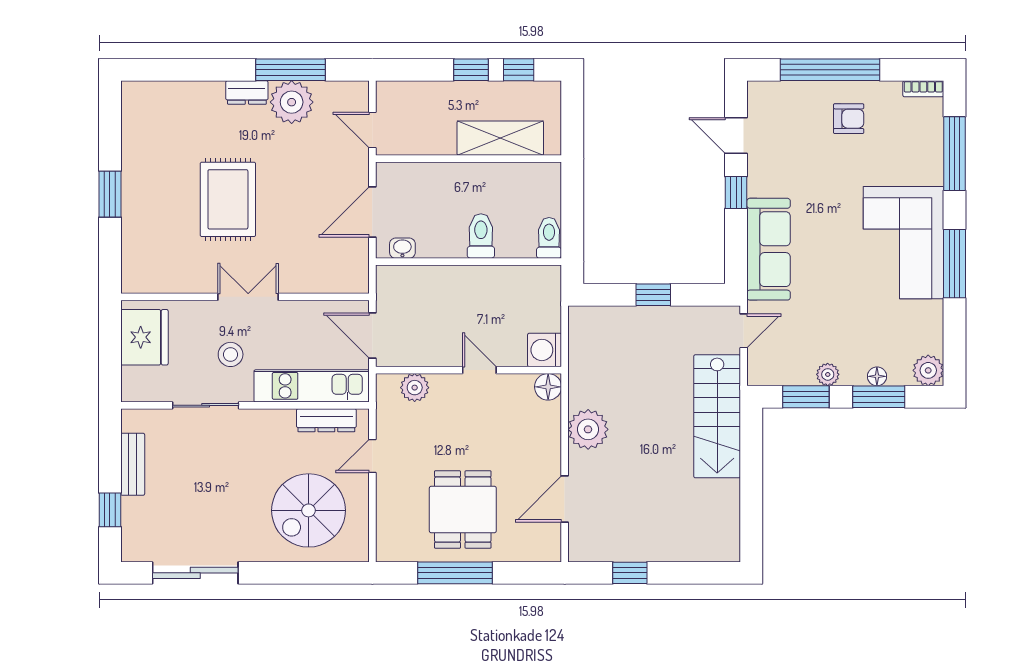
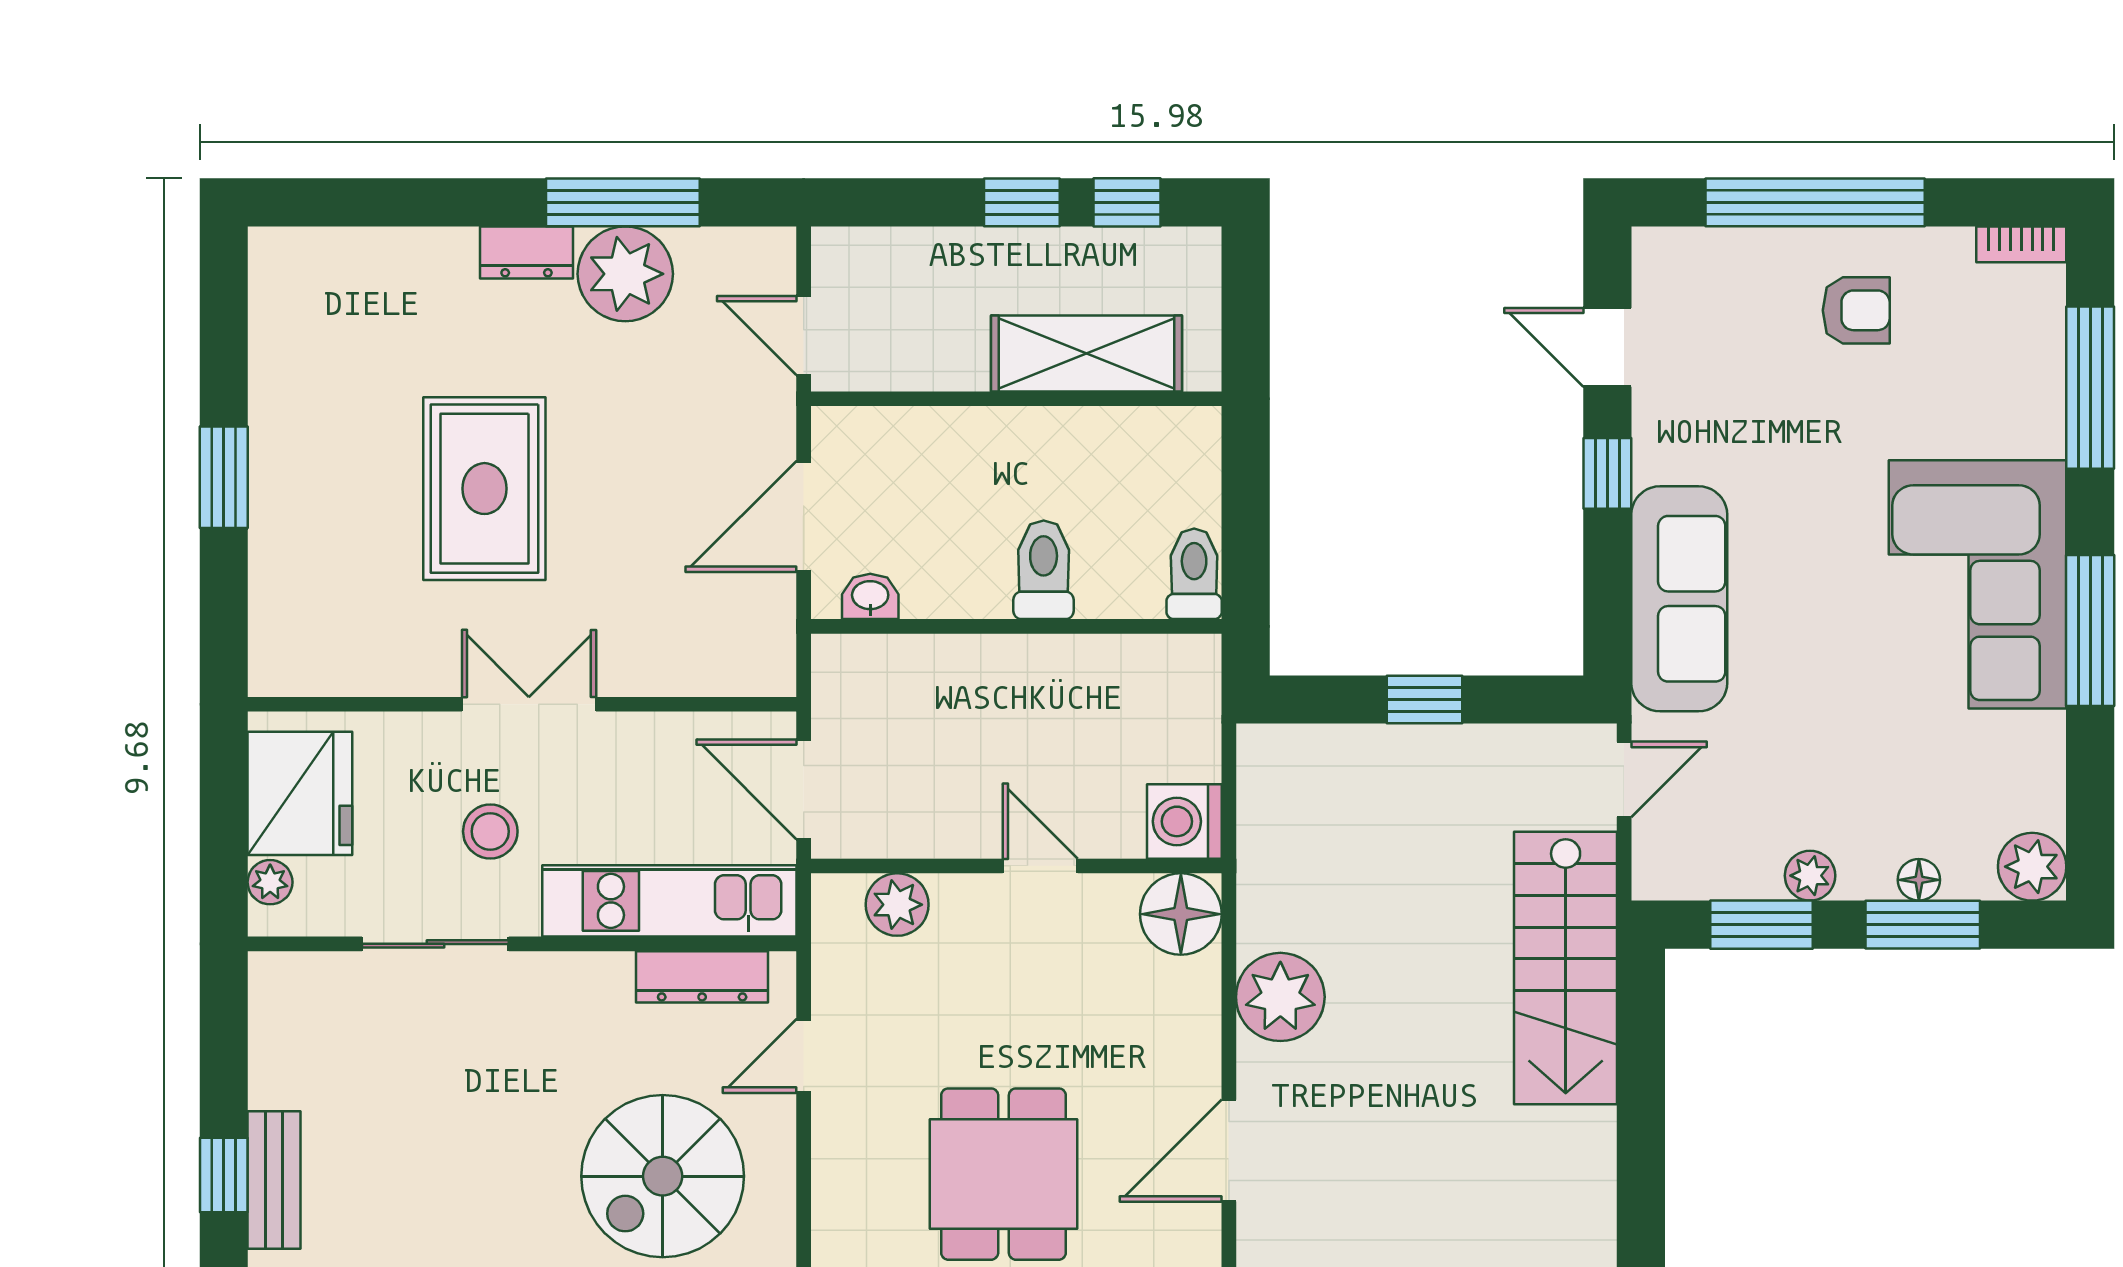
plant: (131, 377) -> (270, 882), added
floor lamp: (548, 387) -> (1181, 914), width x1.38, depth x1.38
bench: (133, 464) -> (274, 1180), moved

